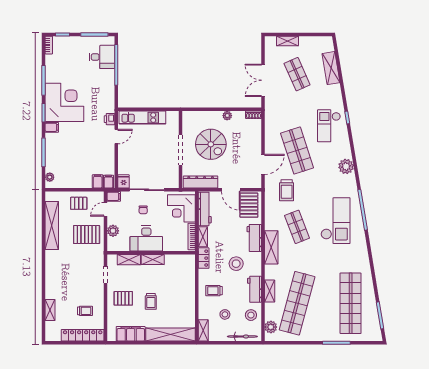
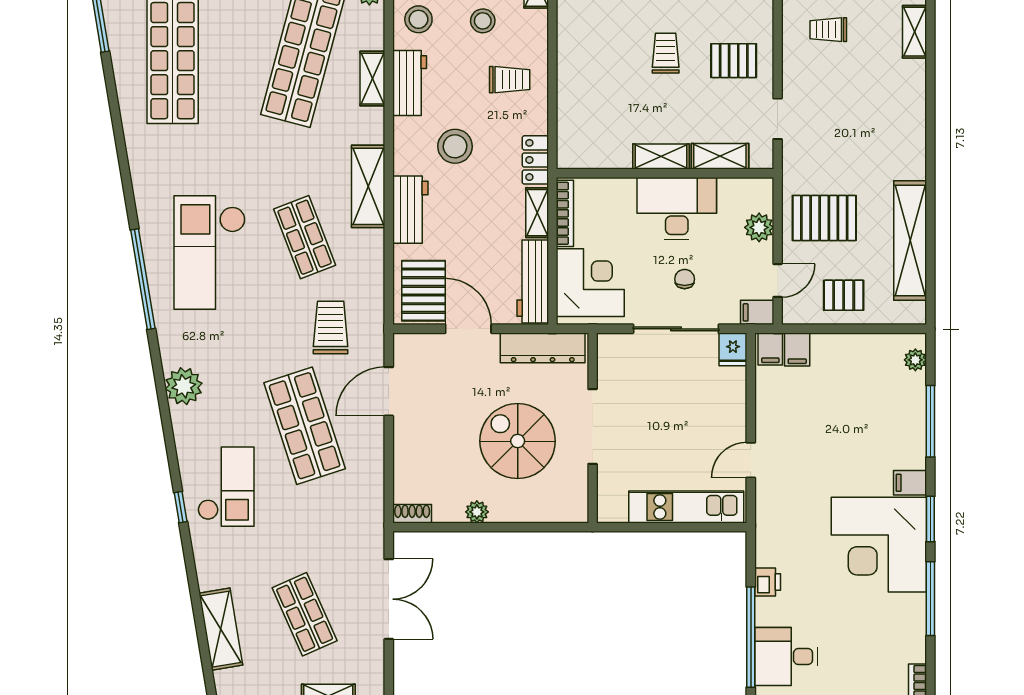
printer: (110, 119) -> (768, 582), moved

